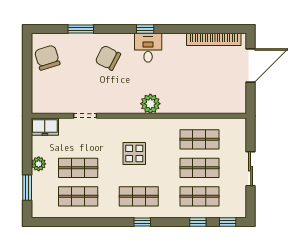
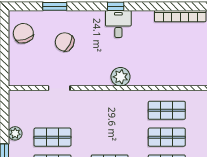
chair: (108, 58) -> (65, 42), moved
freezer: (45, 127) -> (21, 98), removed
display table: (134, 154) -> (105, 124), removed

